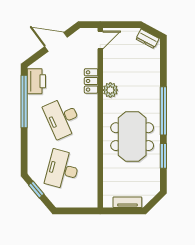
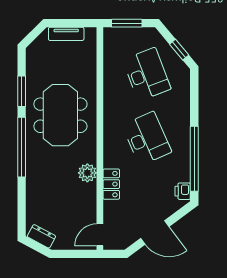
printer: (36, 81) -> (183, 191), width x0.53, depth x0.68
desk: (62, 170) -> (147, 74), turned -36
window: (78, 211) -> (127, 23), added

